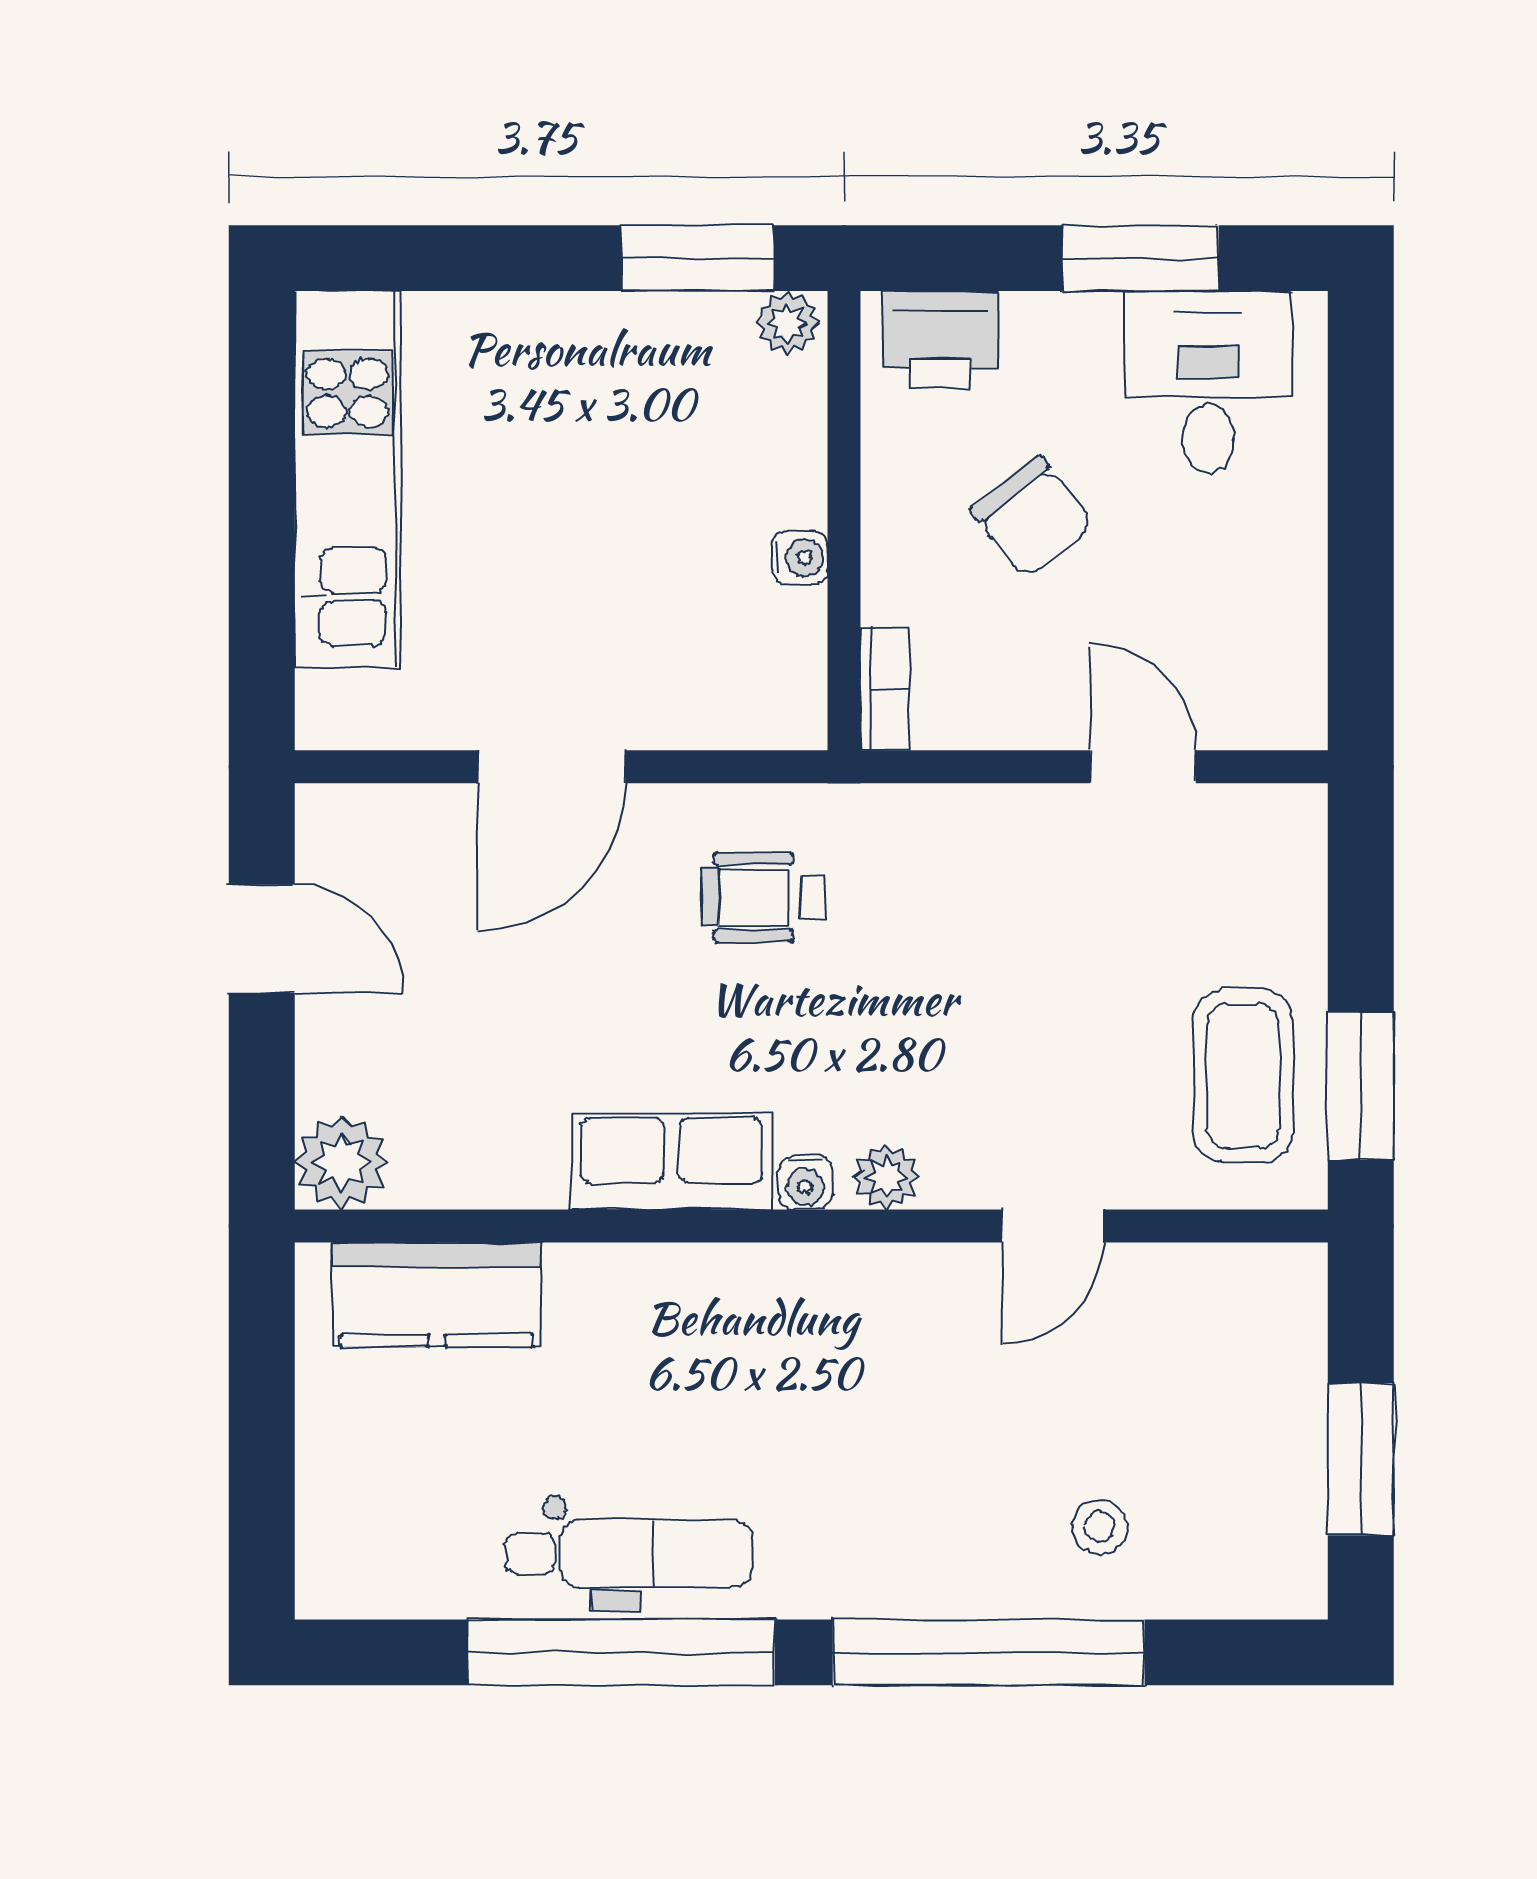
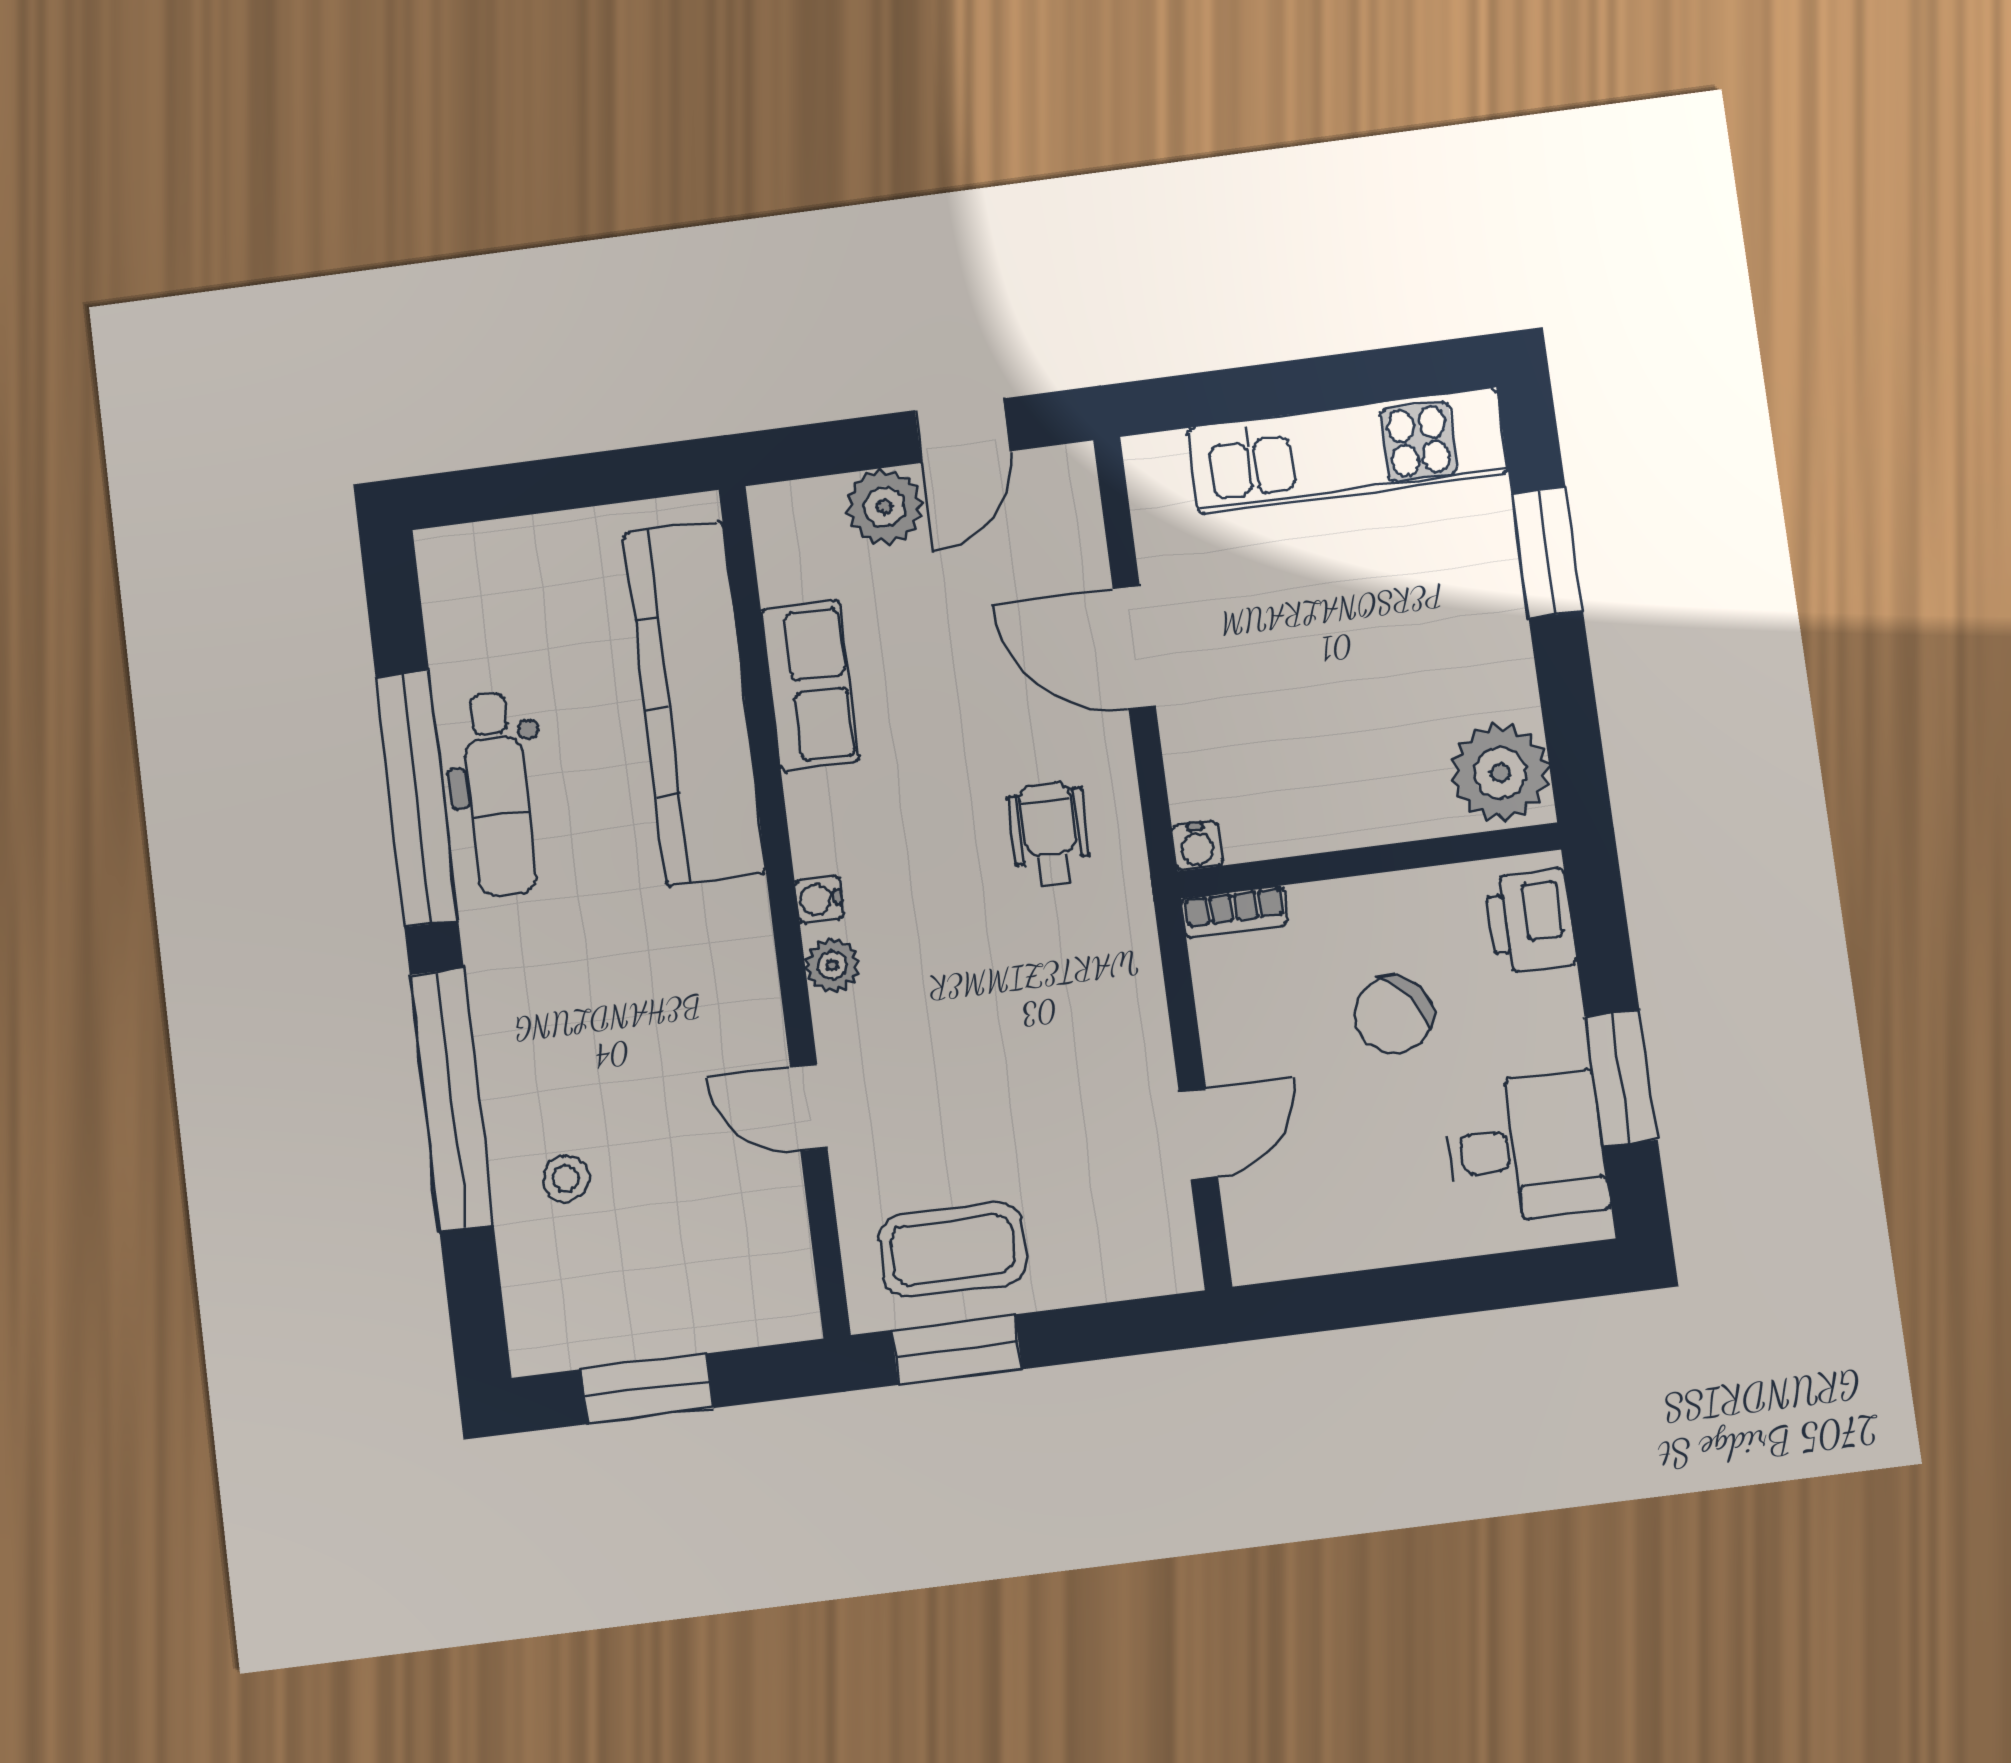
window: (697, 258) -> (1547, 552), moved
plant: (788, 323) -> (1500, 773), width x1.87, depth x1.87
water cooler: (800, 558) -> (1197, 846), moved
plant: (342, 1162) -> (885, 507), moved
row of seats: (672, 1162) -> (810, 685), moved
kitchen counter: (437, 1294) -> (695, 703), width x2.08, depth x1.17

